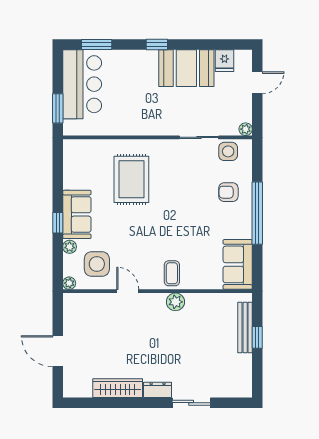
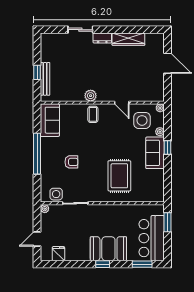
booth: (186, 68) -> (108, 249), moved
armchair: (228, 192) -> (71, 162), moved

